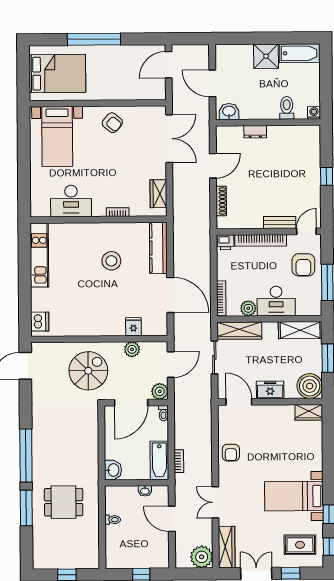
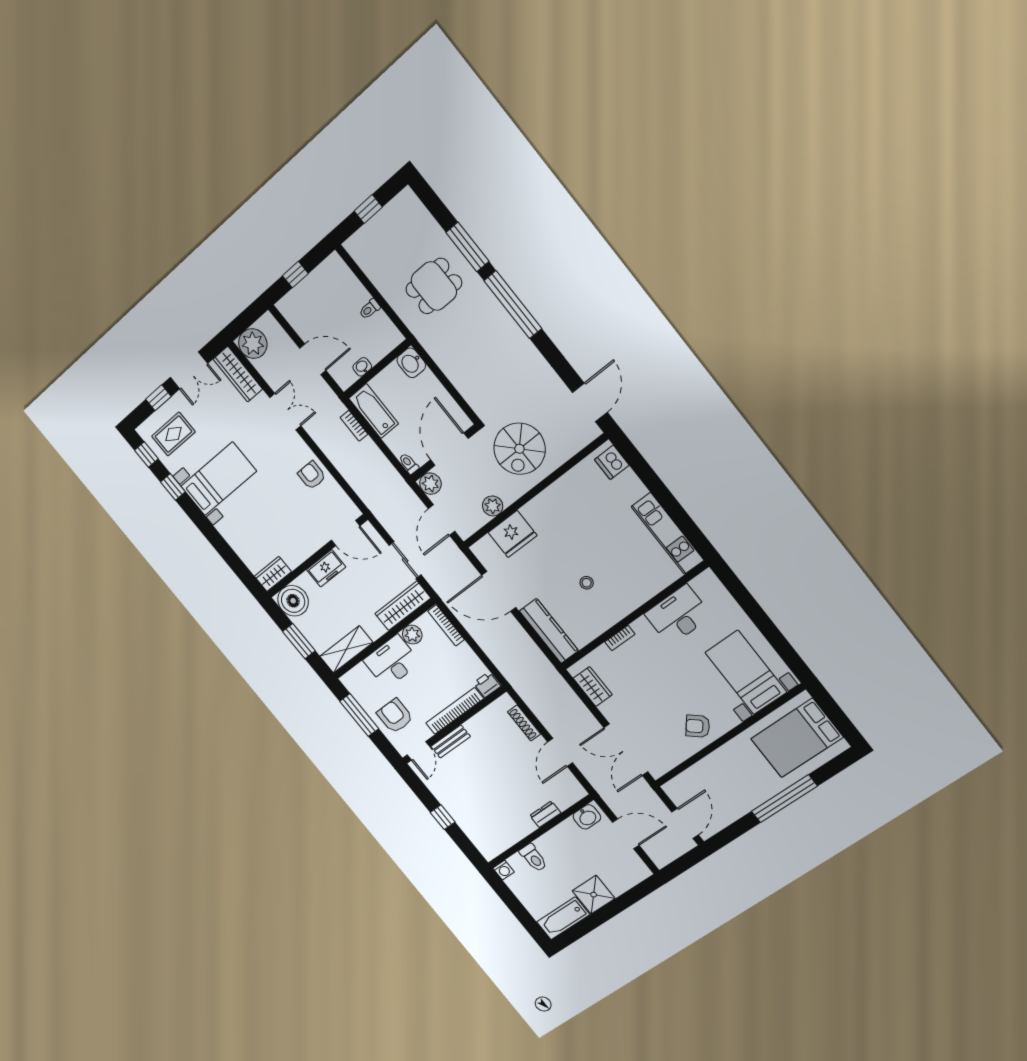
stool: (111, 261) -> (587, 583), width x0.53, depth x0.53
fridge: (133, 327) -> (513, 534), width x1.88, depth x1.34

